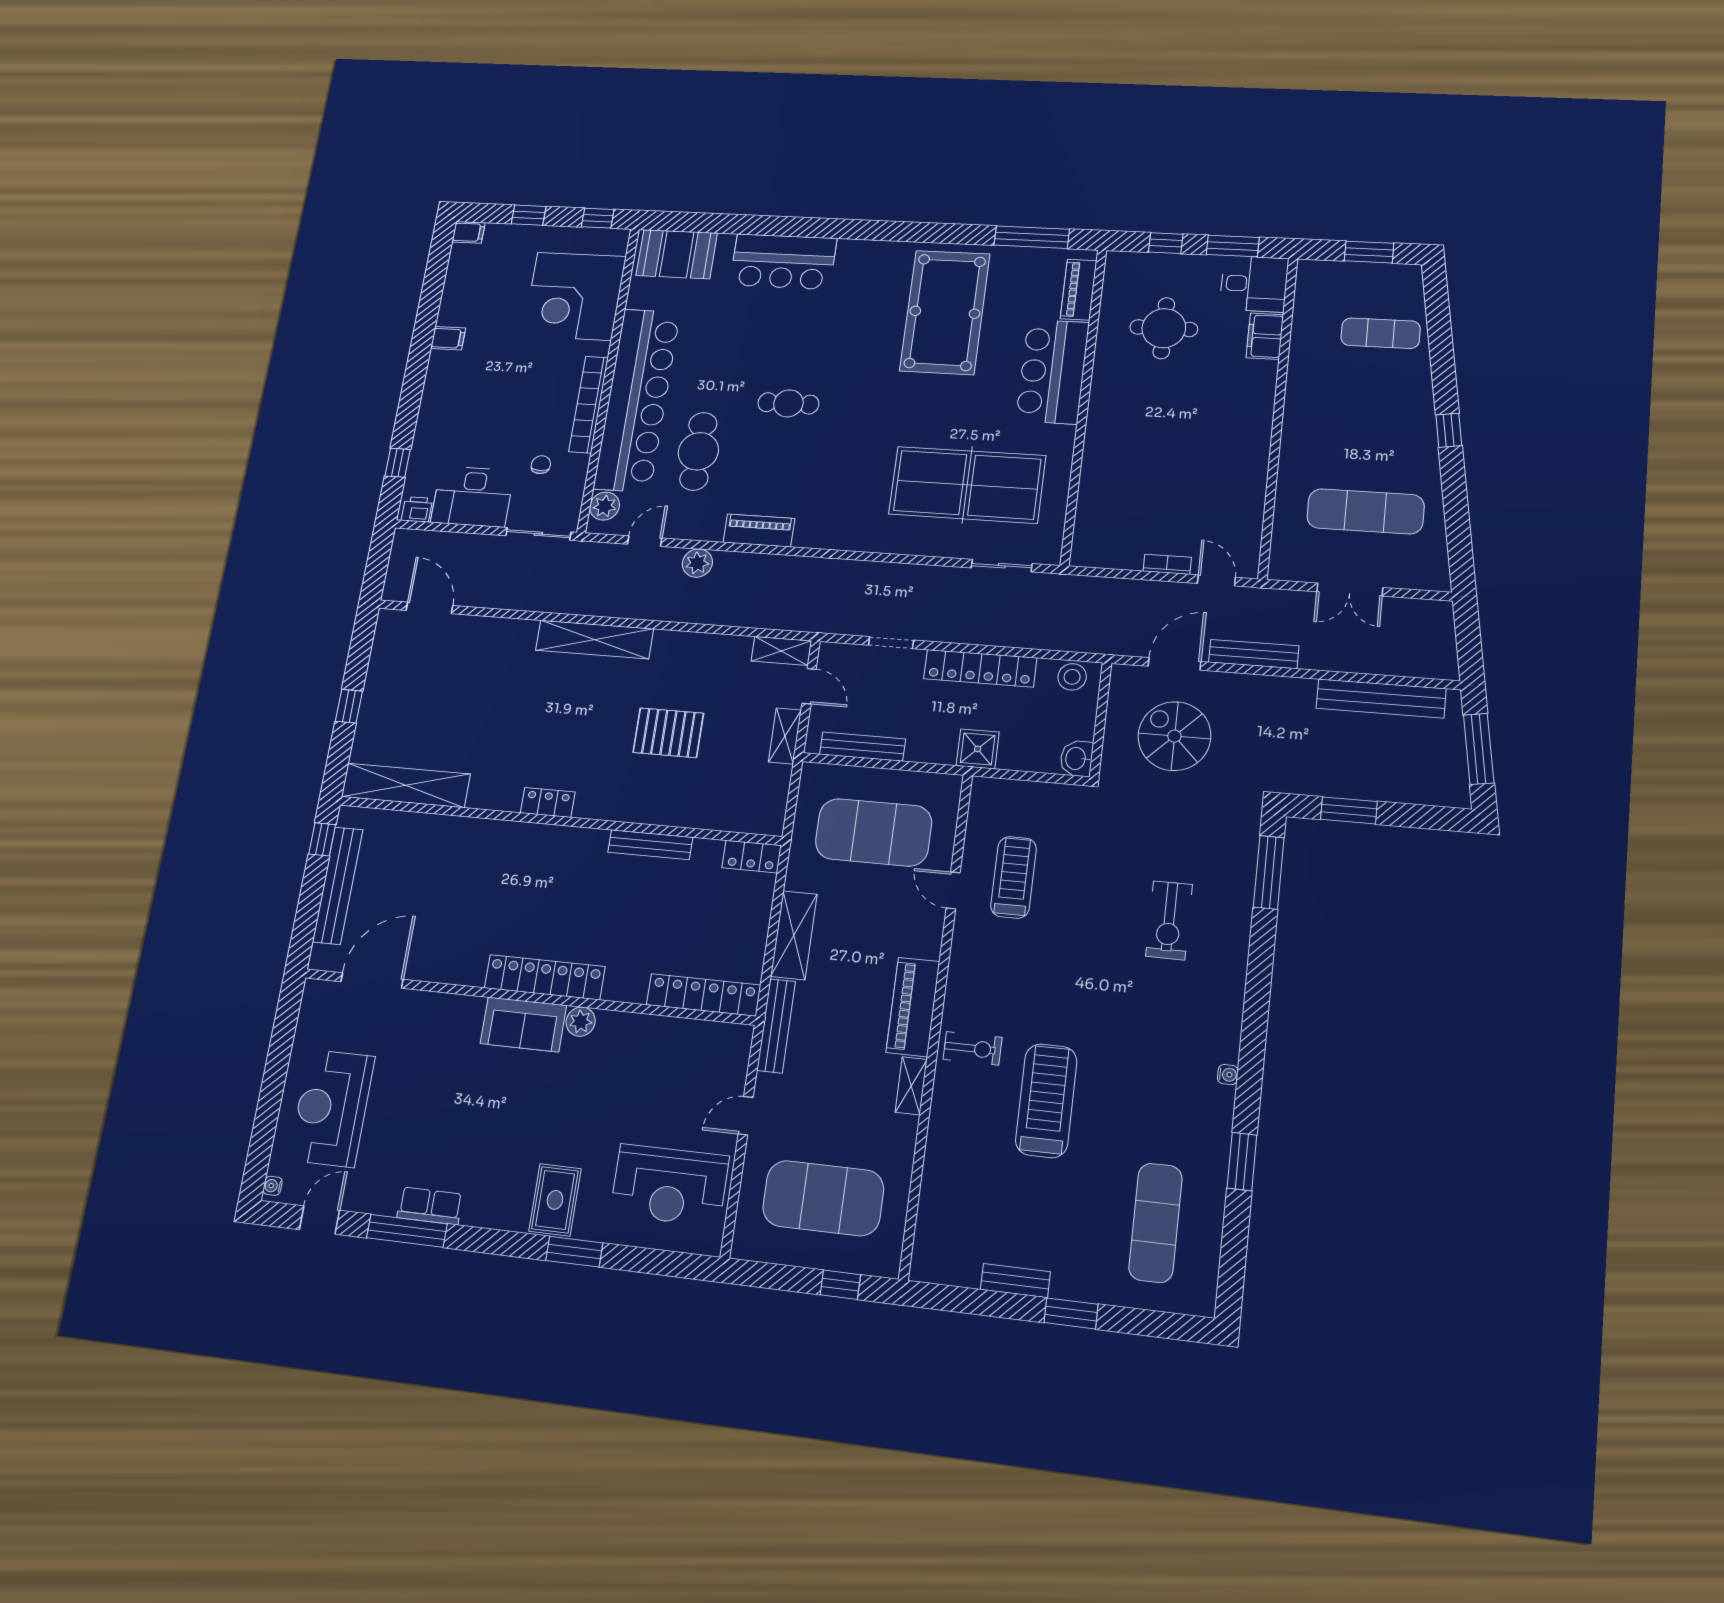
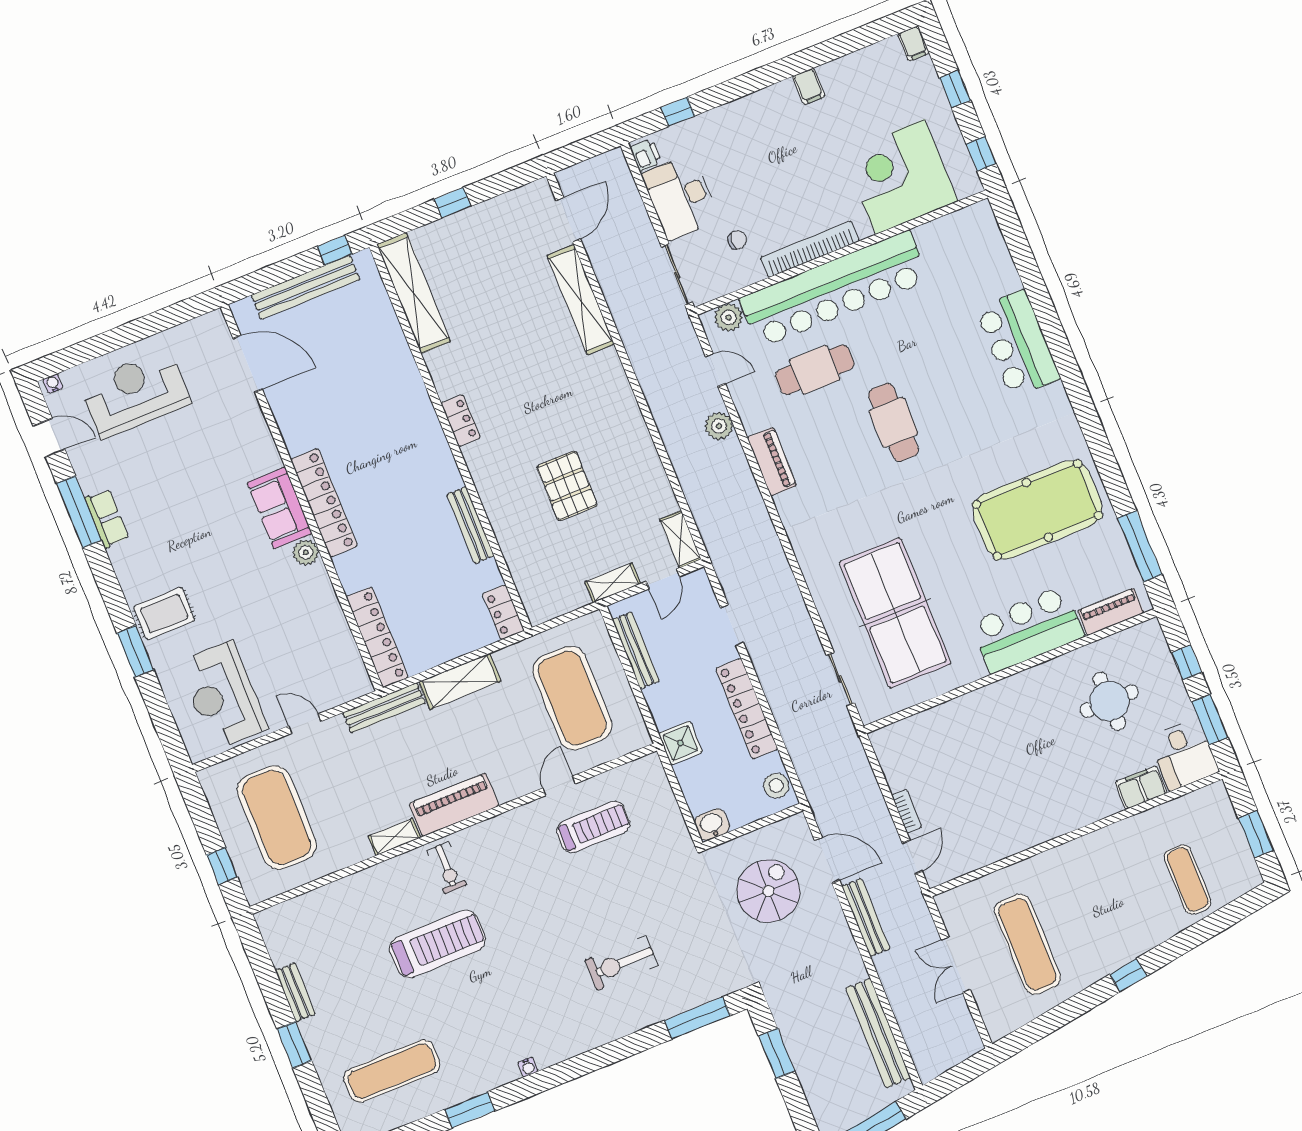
booth: (677, 254) -> (981, 245), removed
cafe table: (788, 403) -> (893, 422), width x1.37, depth x1.35
shelving: (594, 640) -> (581, 300), moved

